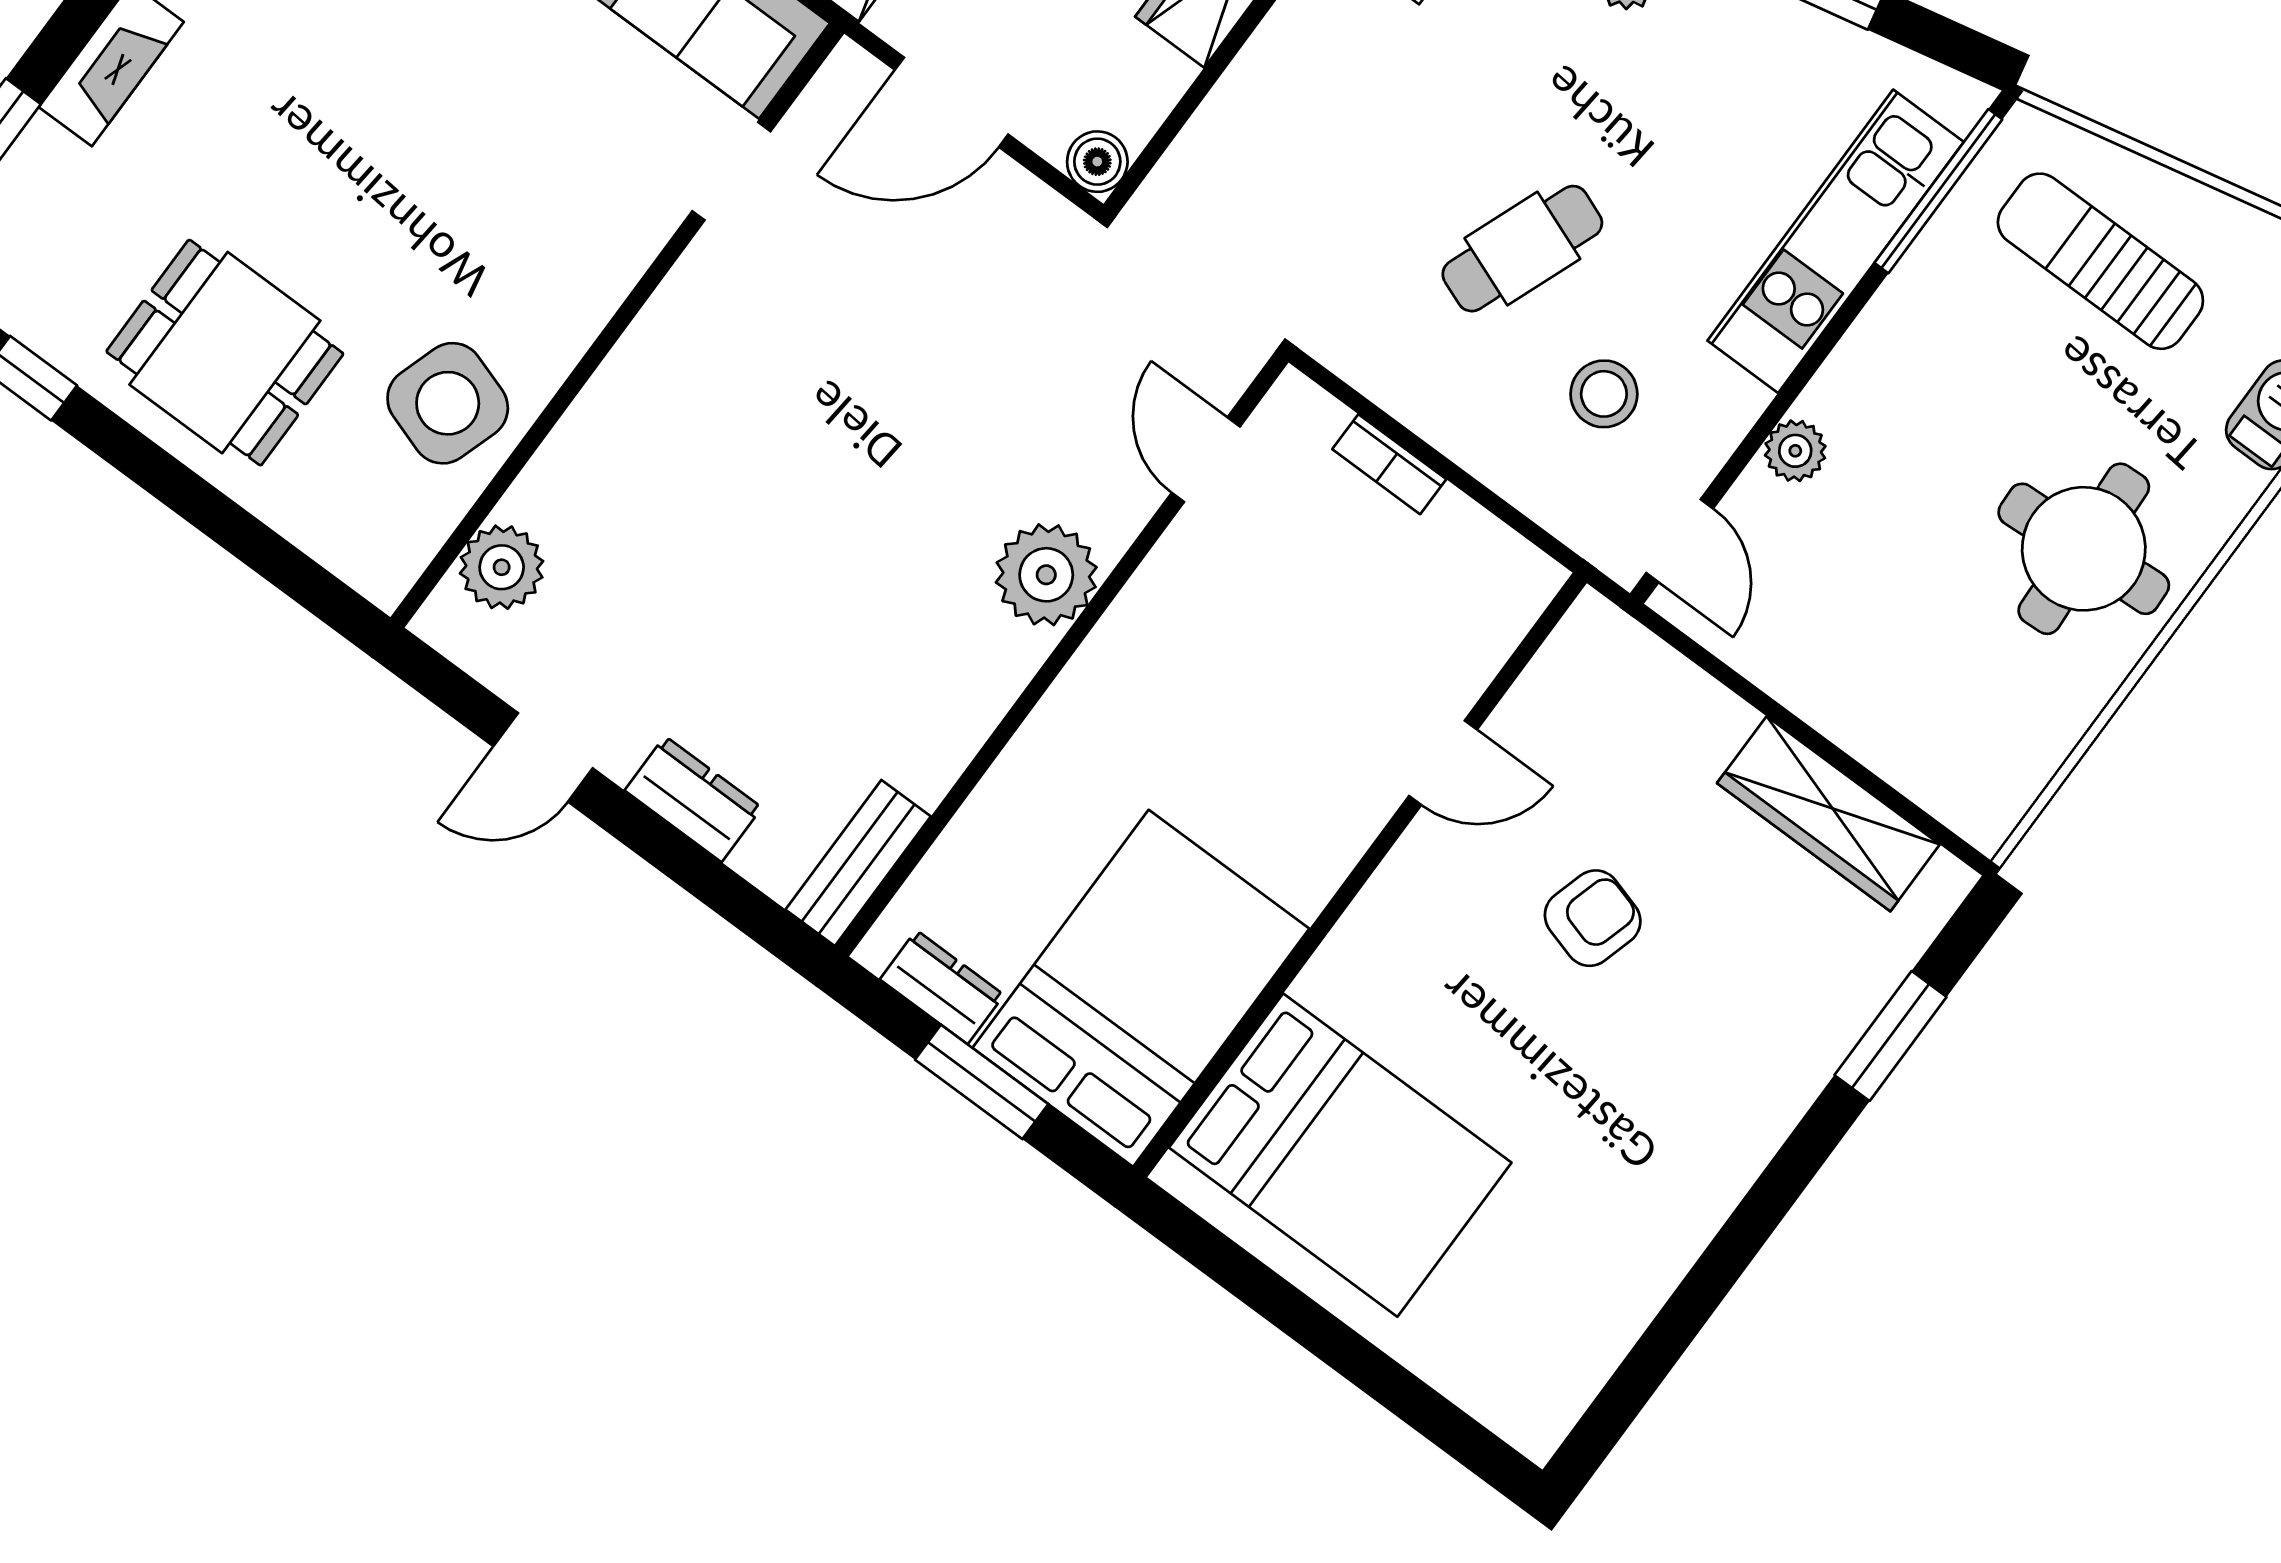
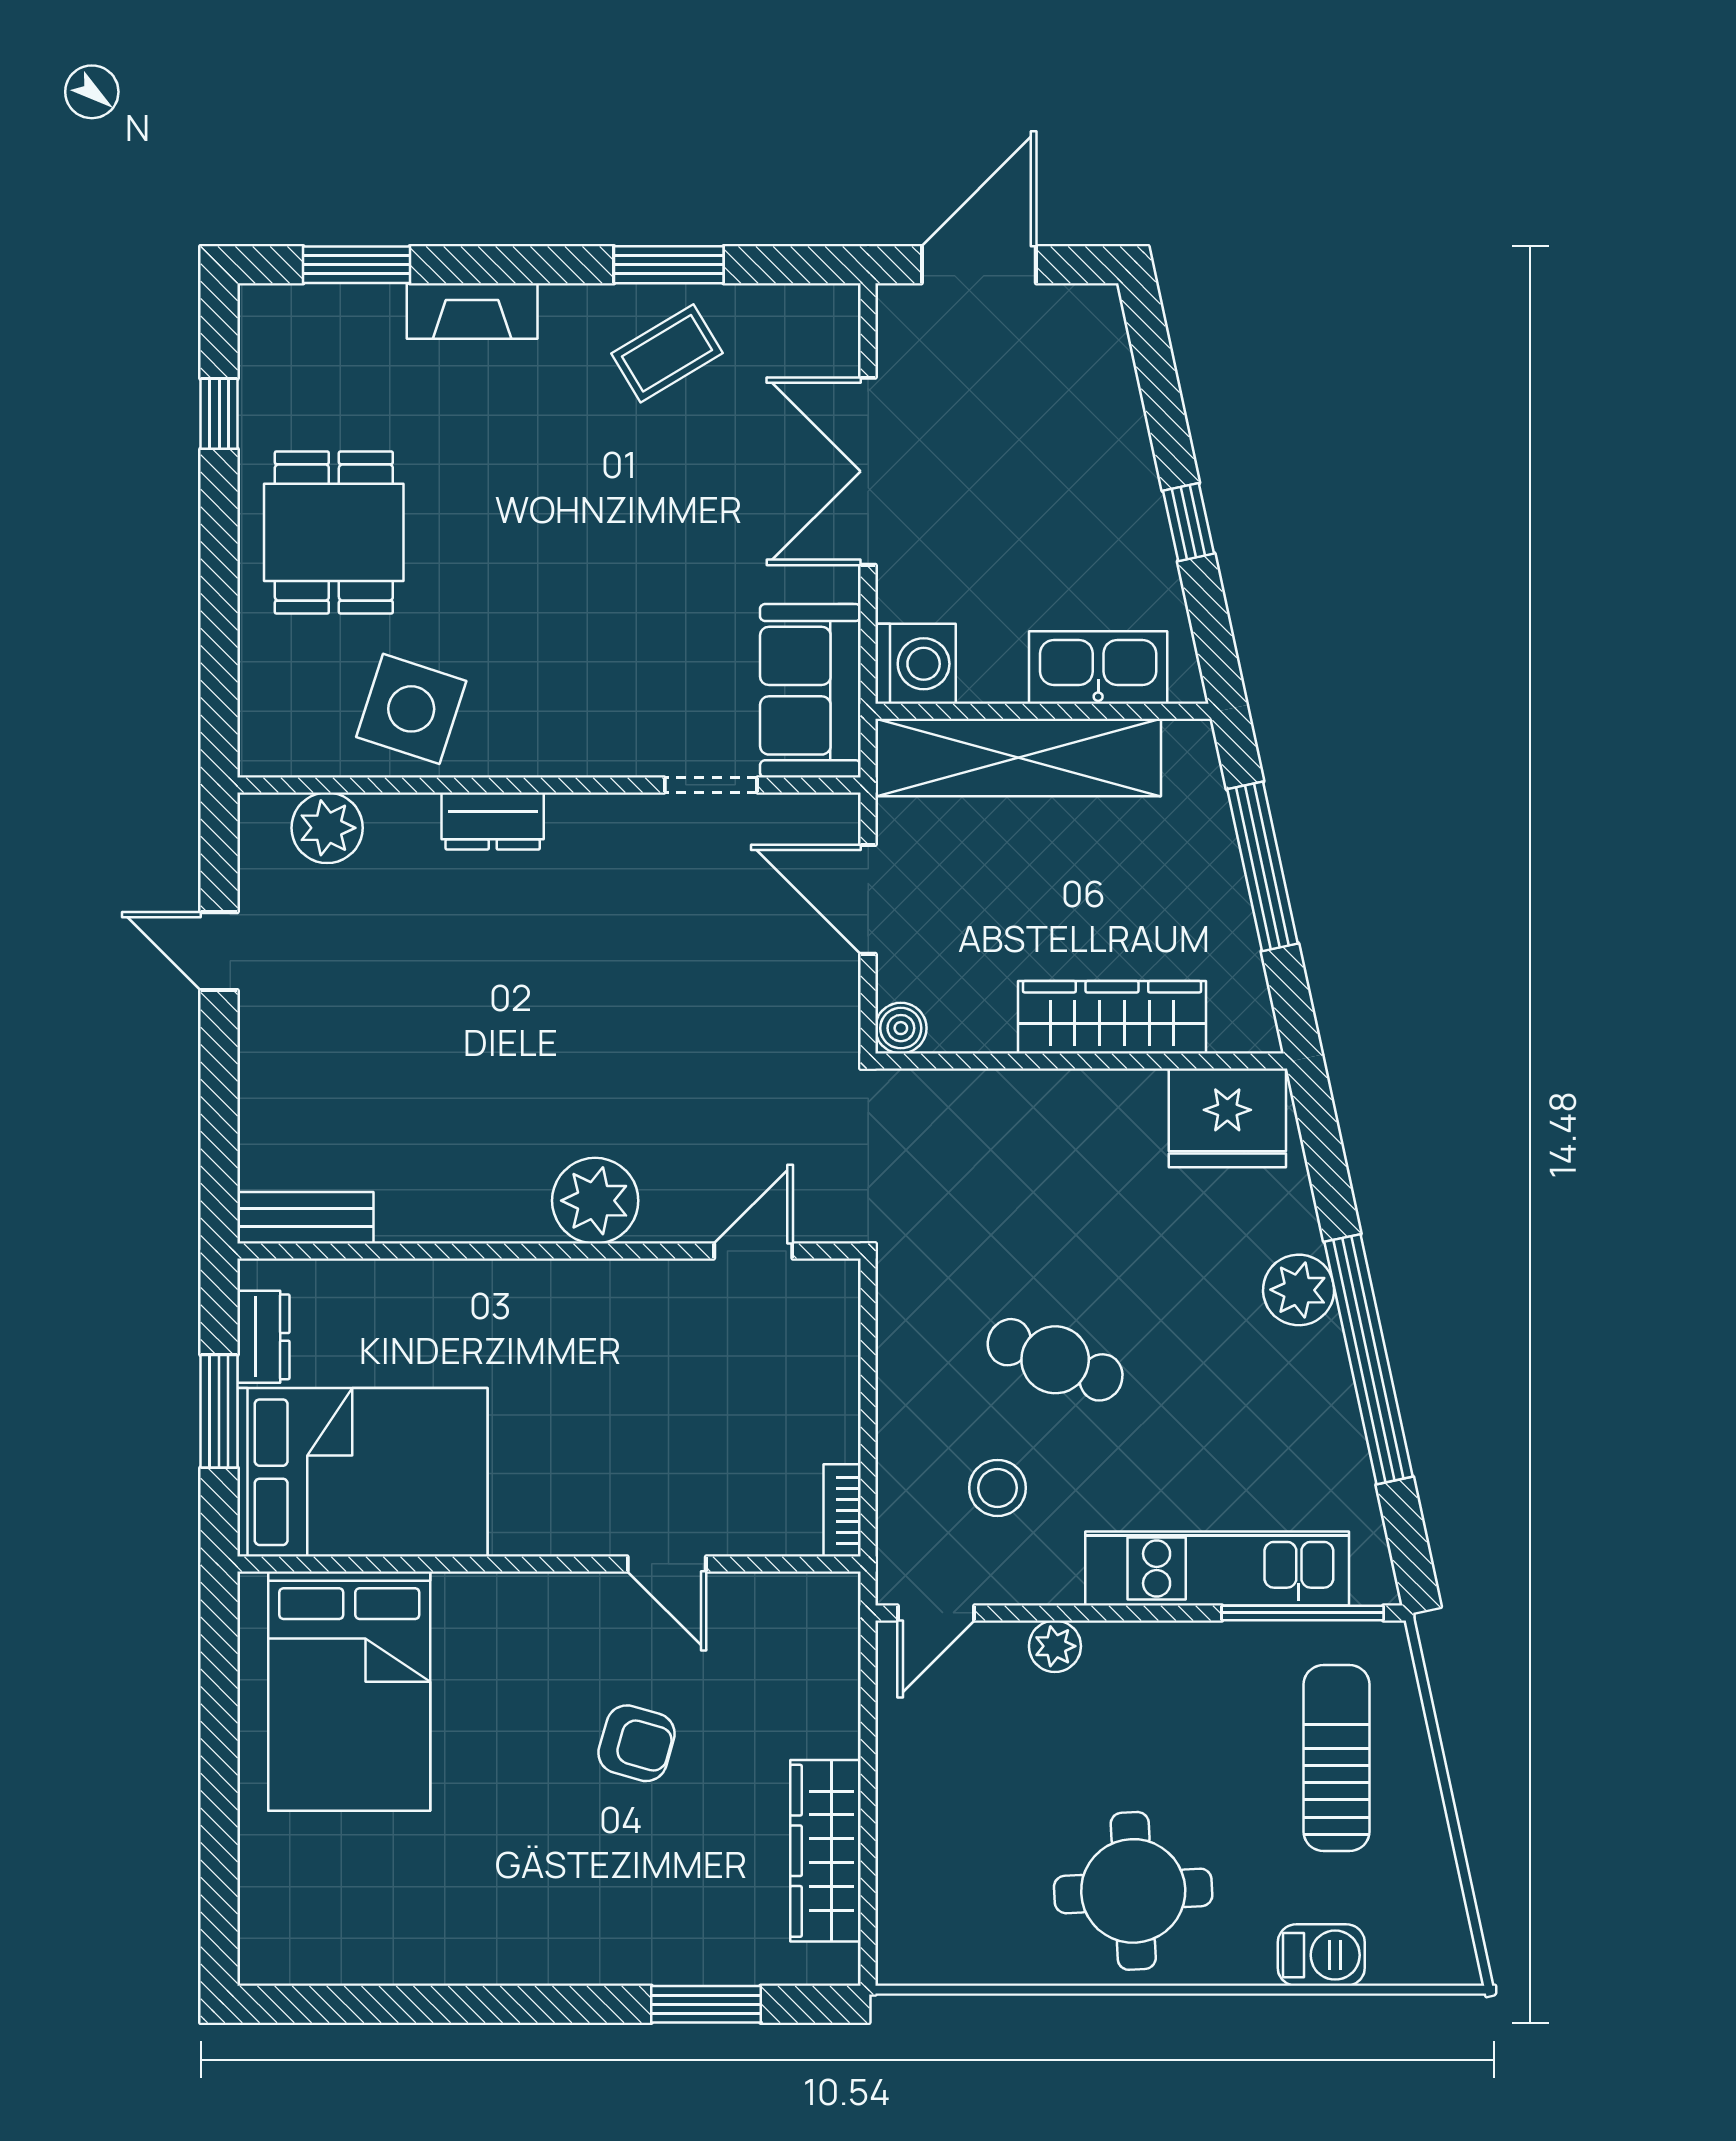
bookcase: (1389, 464) -> (842, 1510), moved
dresser: (693, 799) -> (493, 821), moved, turned 90

